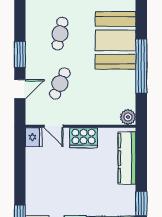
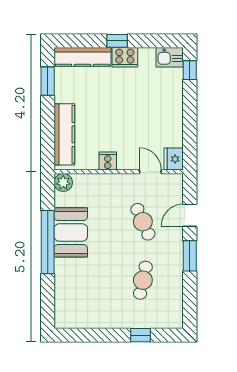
booth: (116, 40) -> (71, 232), moved, width x0.73, depth x0.70
cafe table: (60, 83) -> (143, 222), turned -48
cooker: (84, 138) -> (108, 161), width x0.53, depth x0.76

